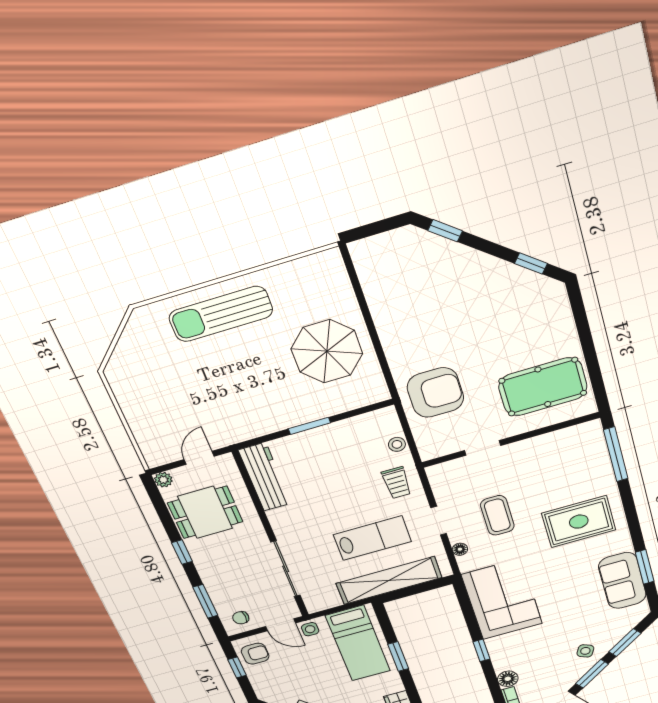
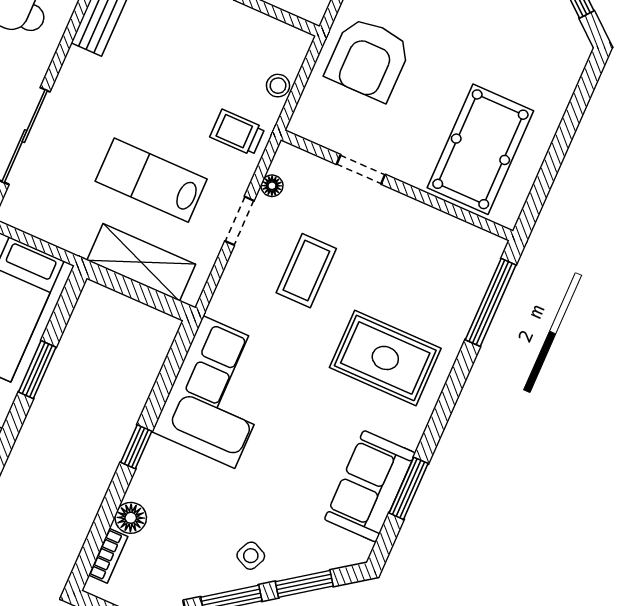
pool table: (543, 387) -> (480, 149), turned 90
armchair: (435, 393) -> (368, 59), turned 90
trolley: (397, 483) -> (237, 132), turned 90
lab bench: (372, 538) -> (151, 180), turned 180
floor lamp: (460, 549) -> (272, 186), moved
shelving: (389, 580) -> (141, 262), width x0.68

